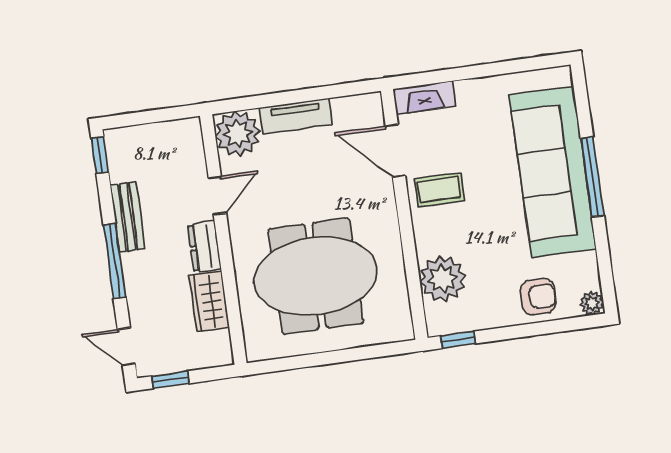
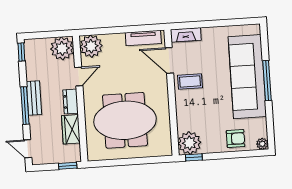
tv unit: (296, 116) -> (143, 38), moved
plant: (180, 142) -> (62, 48), added
bench: (128, 217) -> (34, 98), moved
plant: (443, 279) -> (189, 143), moved
window: (170, 380) -> (68, 166), moved

